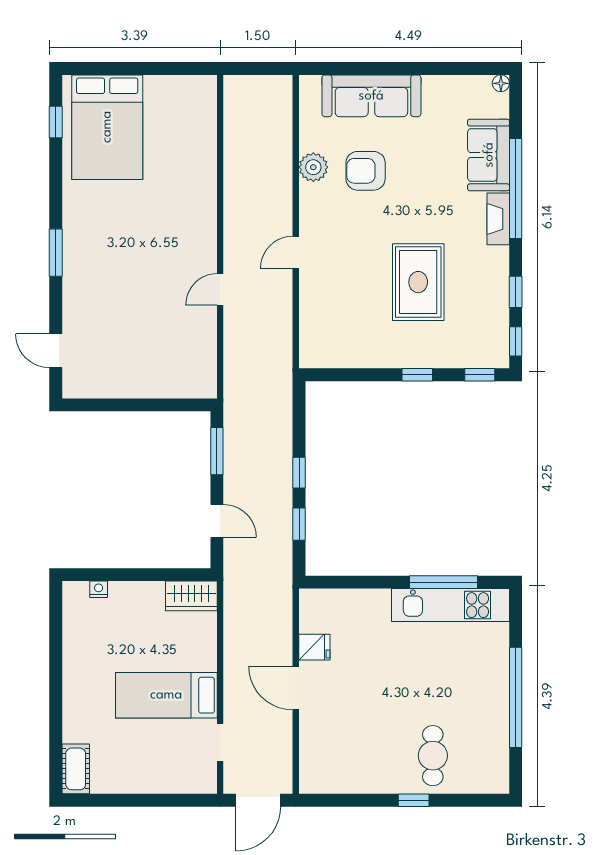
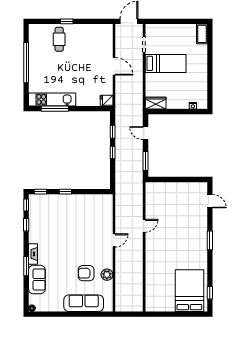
armchair: (366, 171) -> (86, 273), turned 180
window: (516, 188) -> (26, 266), width x0.47
rug: (418, 282) -> (65, 229), removed
fridge: (314, 647) -> (107, 100), moved

